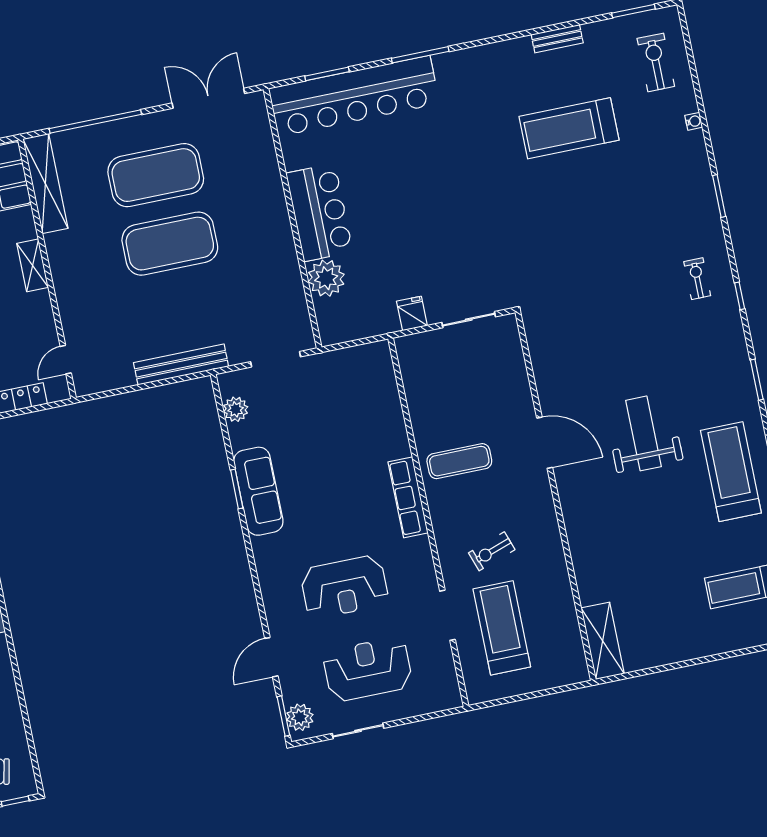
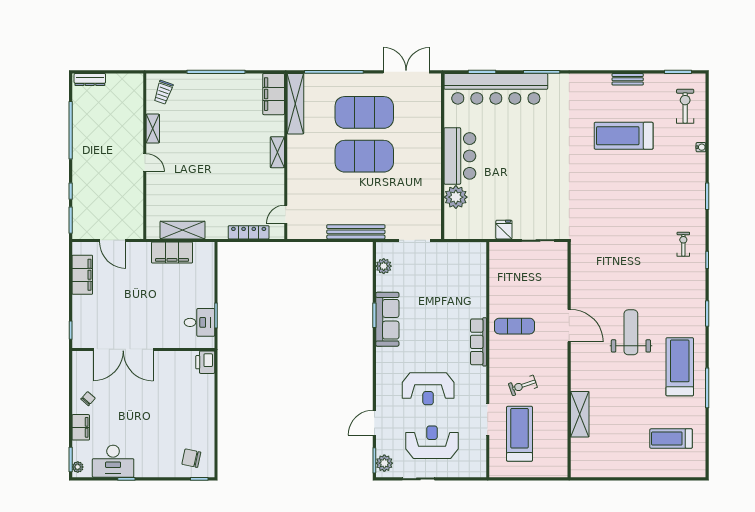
shelving: (603, 641) -> (580, 414), moved

